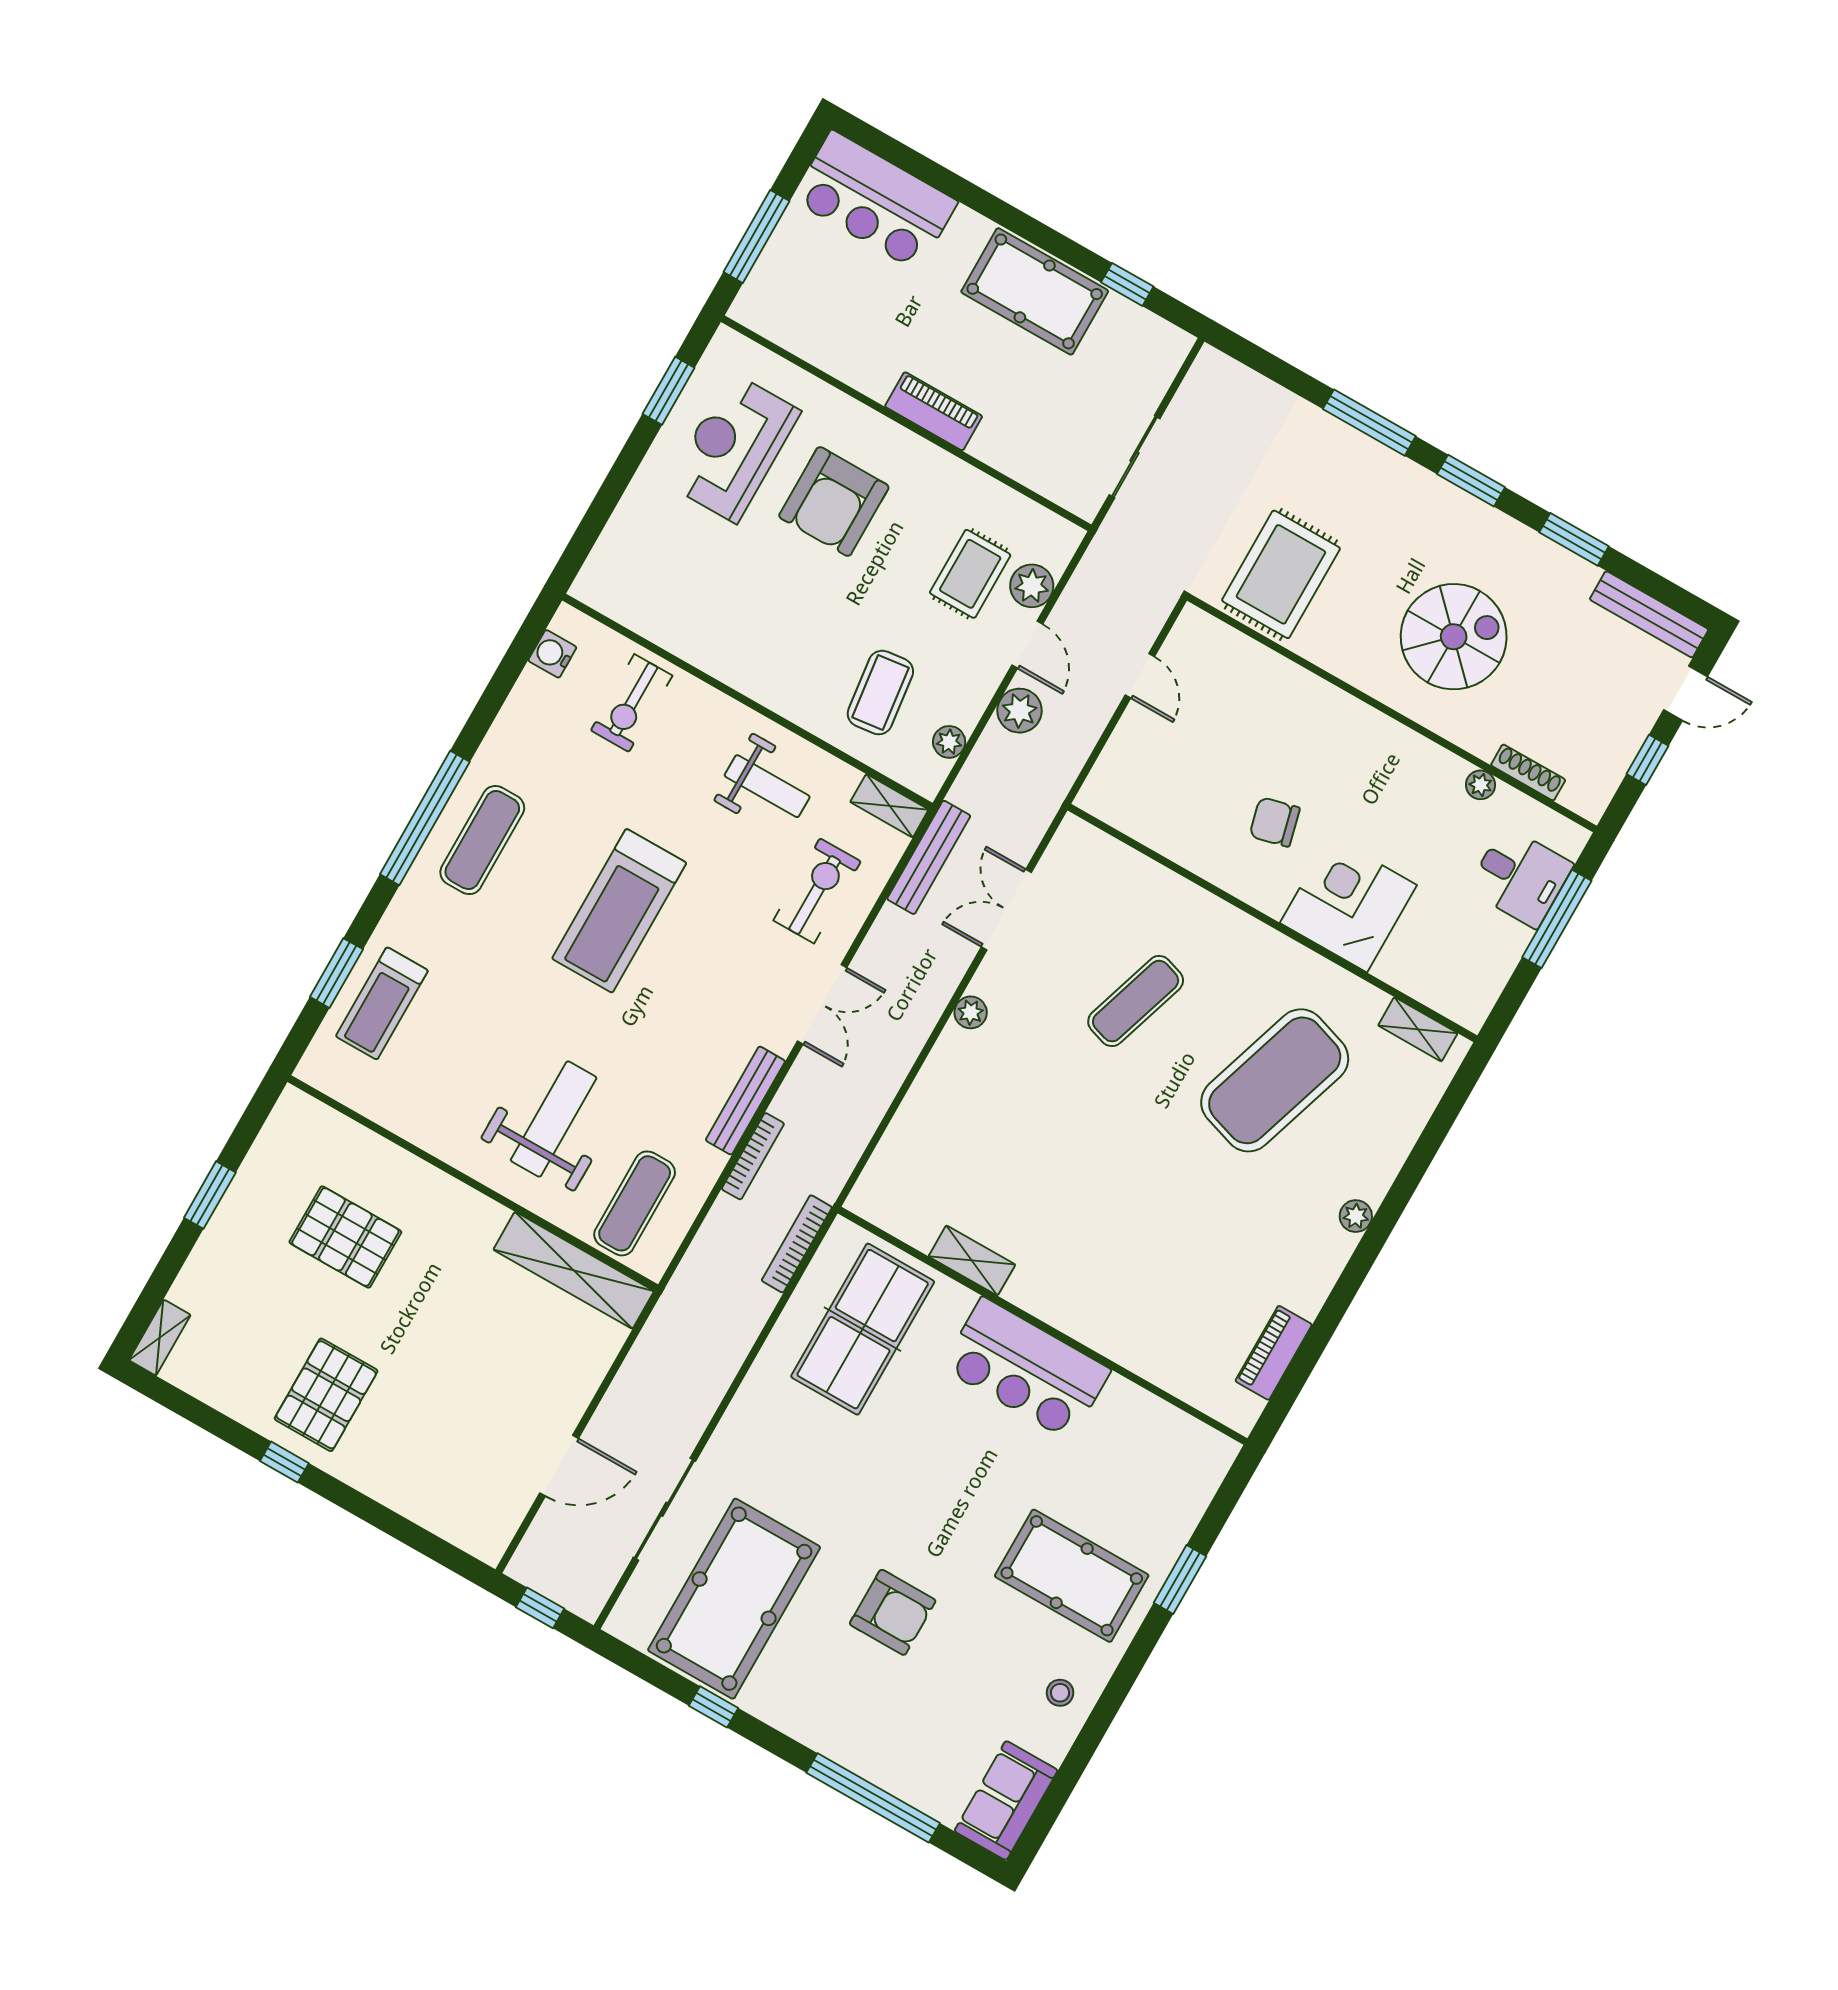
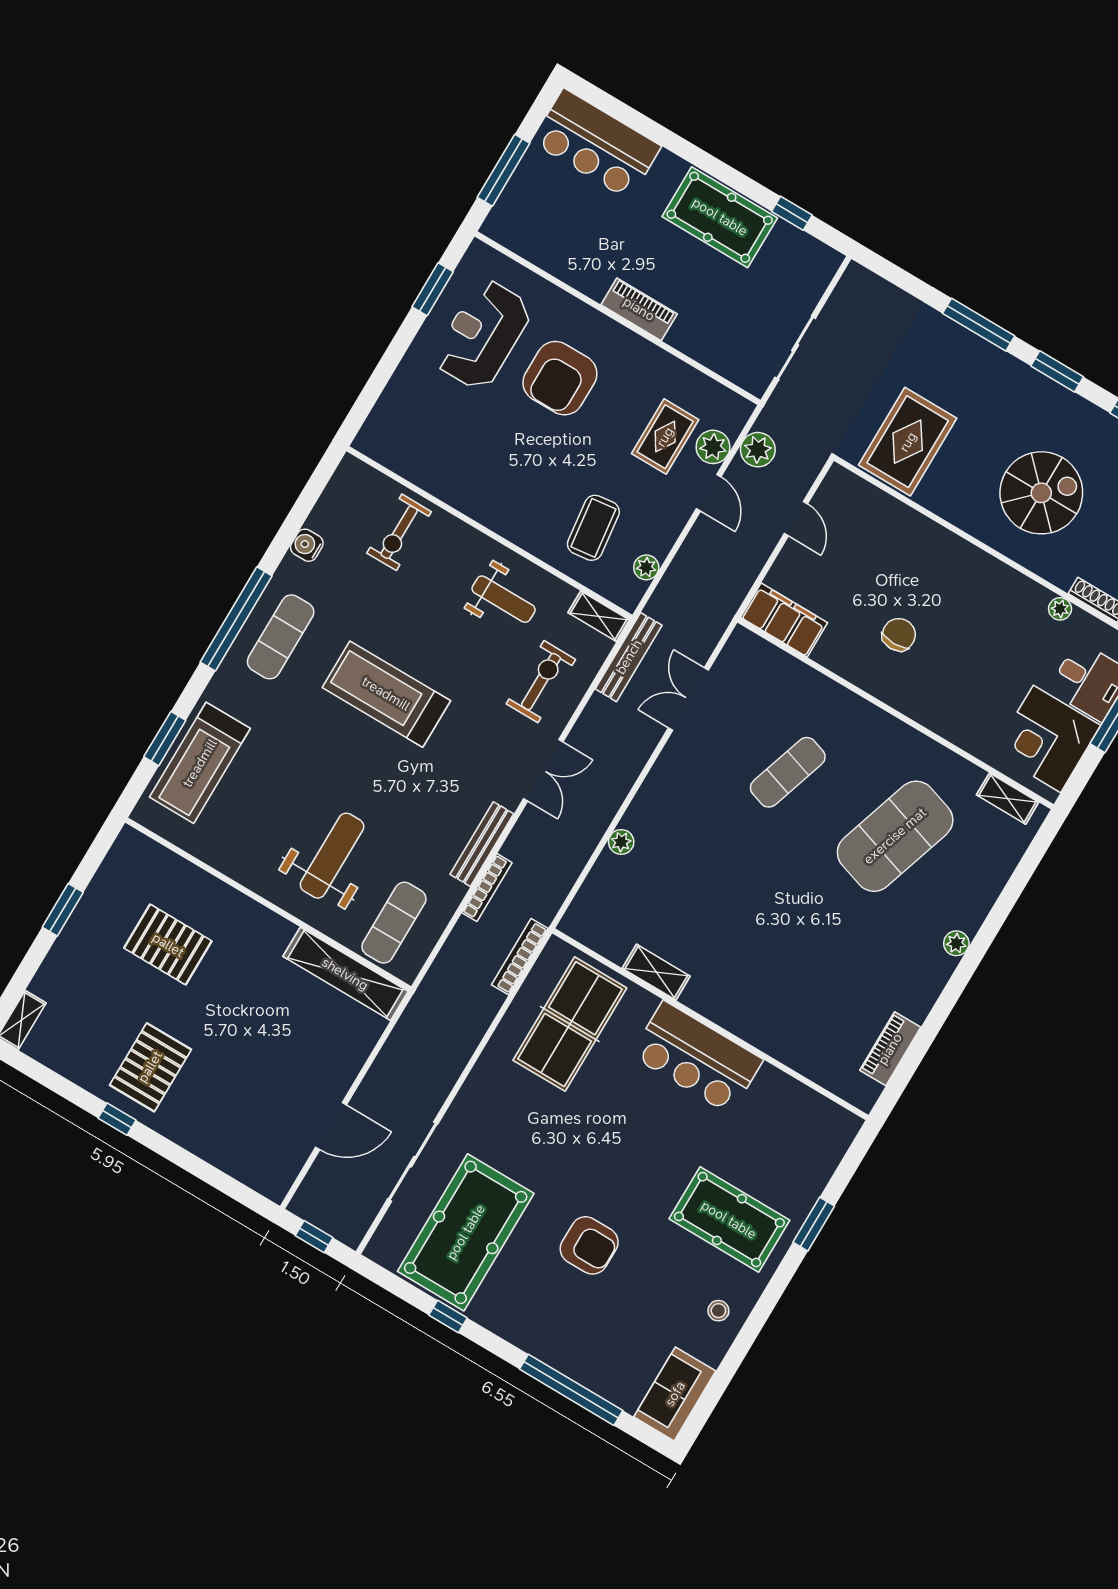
water cooler: (552, 654) -> (307, 545), moved
plant: (1019, 711) -> (758, 450), moved
filing cabinet: (1127, 806) -> (784, 620), added
chair: (1275, 822) -> (899, 635), turned 104
corner desk: (1348, 904) -> (1047, 739), moved, turned -90
treadmill: (619, 911) -> (386, 694), turned 90
treadmill: (382, 1003) -> (200, 763), width x1.37, depth x1.38
plant: (971, 1012) -> (621, 842), moved

